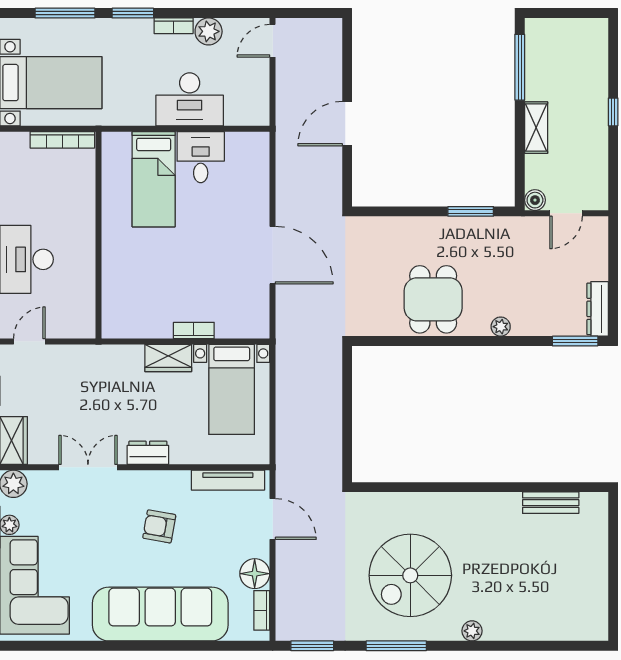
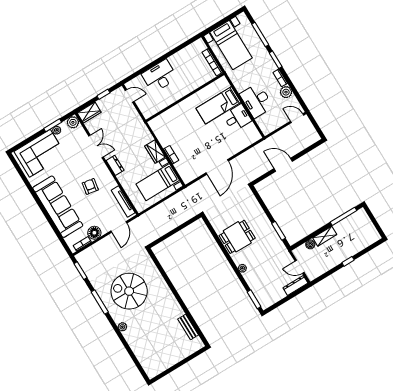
boiler: (535, 200) -> (310, 244), moved
dresser: (598, 309) -> (295, 285), moved

